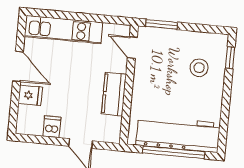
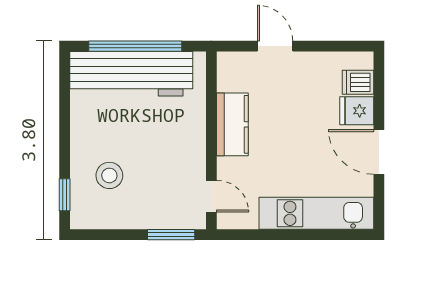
dishwasher: (52, 127) -> (358, 82), moved, turned 90

